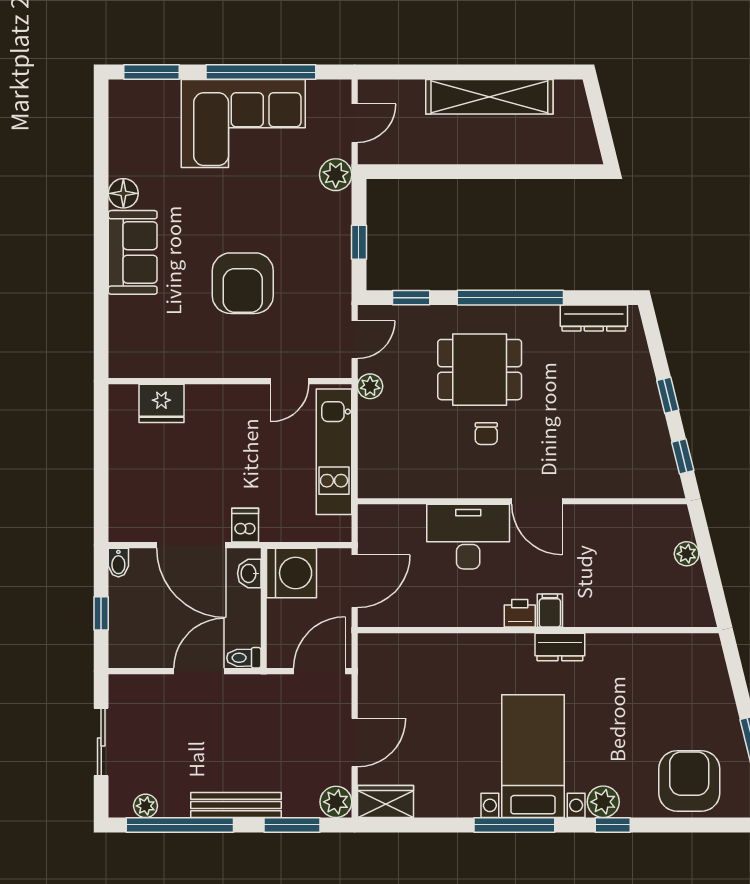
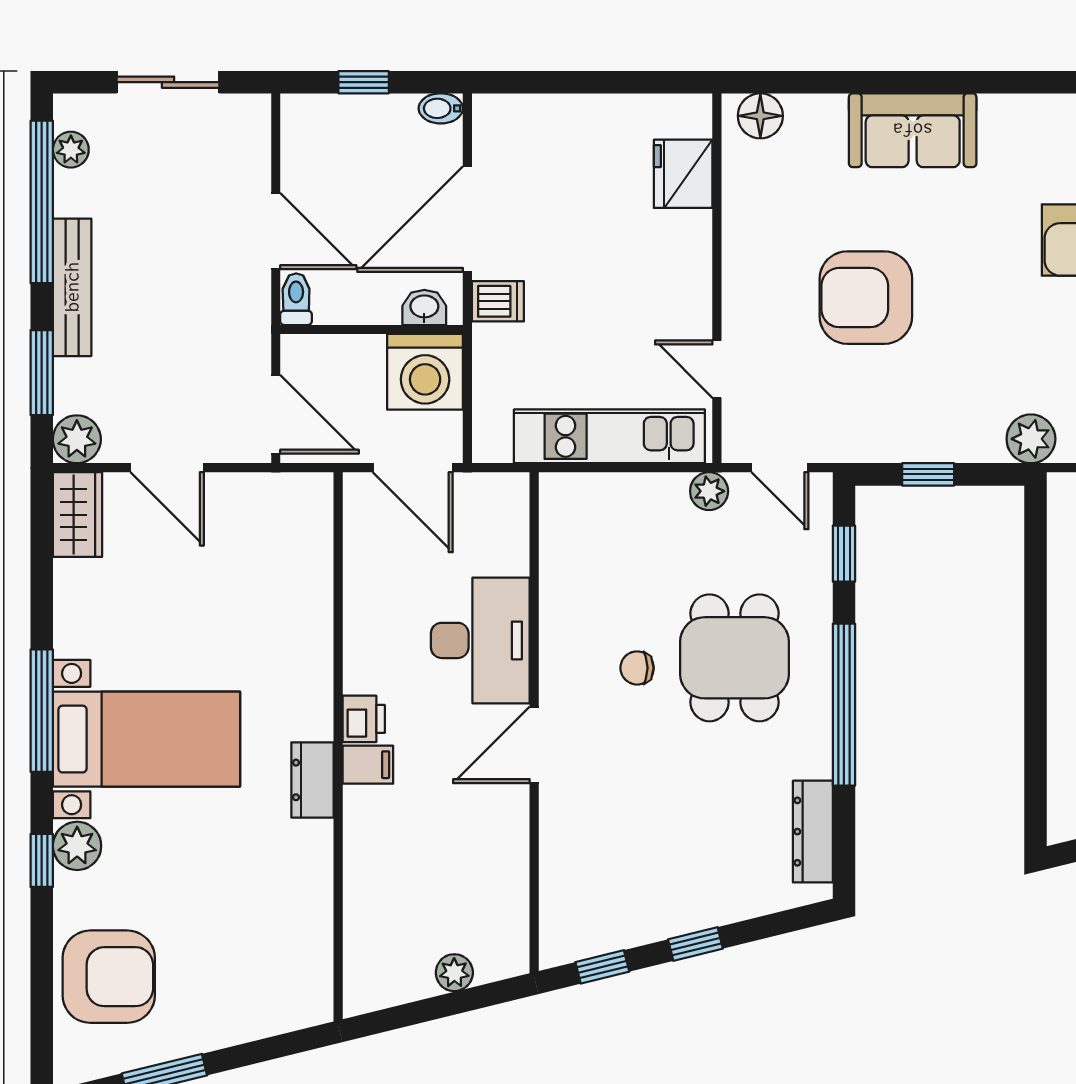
floor lamp: (123, 193) -> (760, 116), moved

